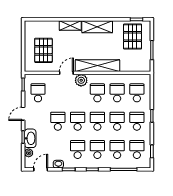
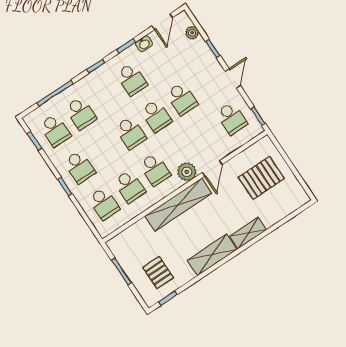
pallet: (133, 37) -> (158, 273), width x0.67, depth x0.71
pallet: (43, 50) -> (261, 178), turned 90
school desk: (117, 121) -> (105, 150), removed
washbasin: (30, 138) -> (203, 53), removed
school desk: (97, 150) -> (106, 96), removed

